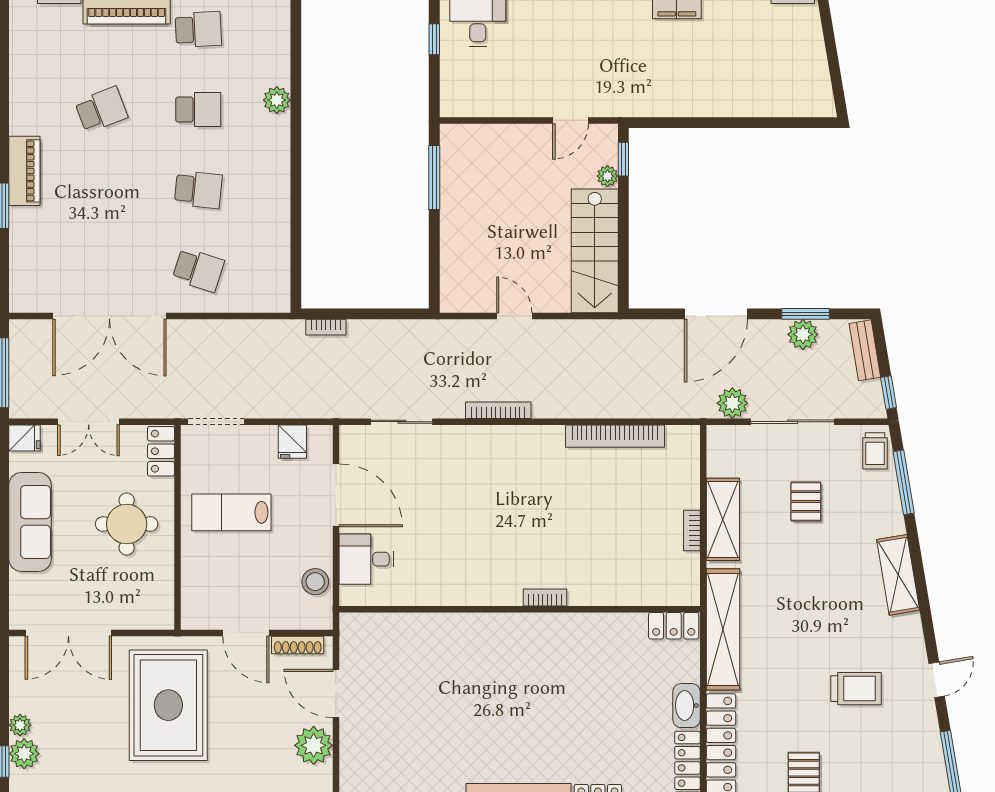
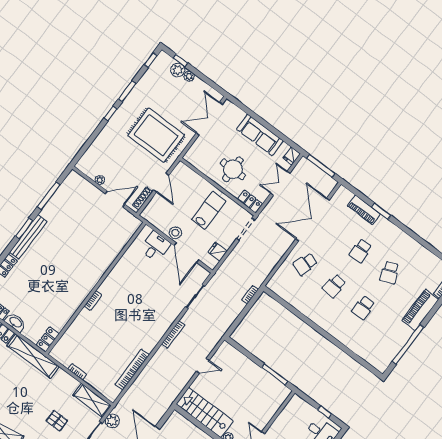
school desk: (198, 29) -> (361, 251), moved
plant: (277, 100) -> (345, 339), removed
piano: (24, 171) -> (364, 210), moved
door: (336, 495) -> (186, 253), hinge flipped
shelving: (723, 519) -> (92, 400), moved
stool: (315, 582) -> (175, 233), moved
door: (246, 633) -> (161, 183), swing flipped
plant: (314, 745) -> (100, 180), width x0.53, depth x0.53

